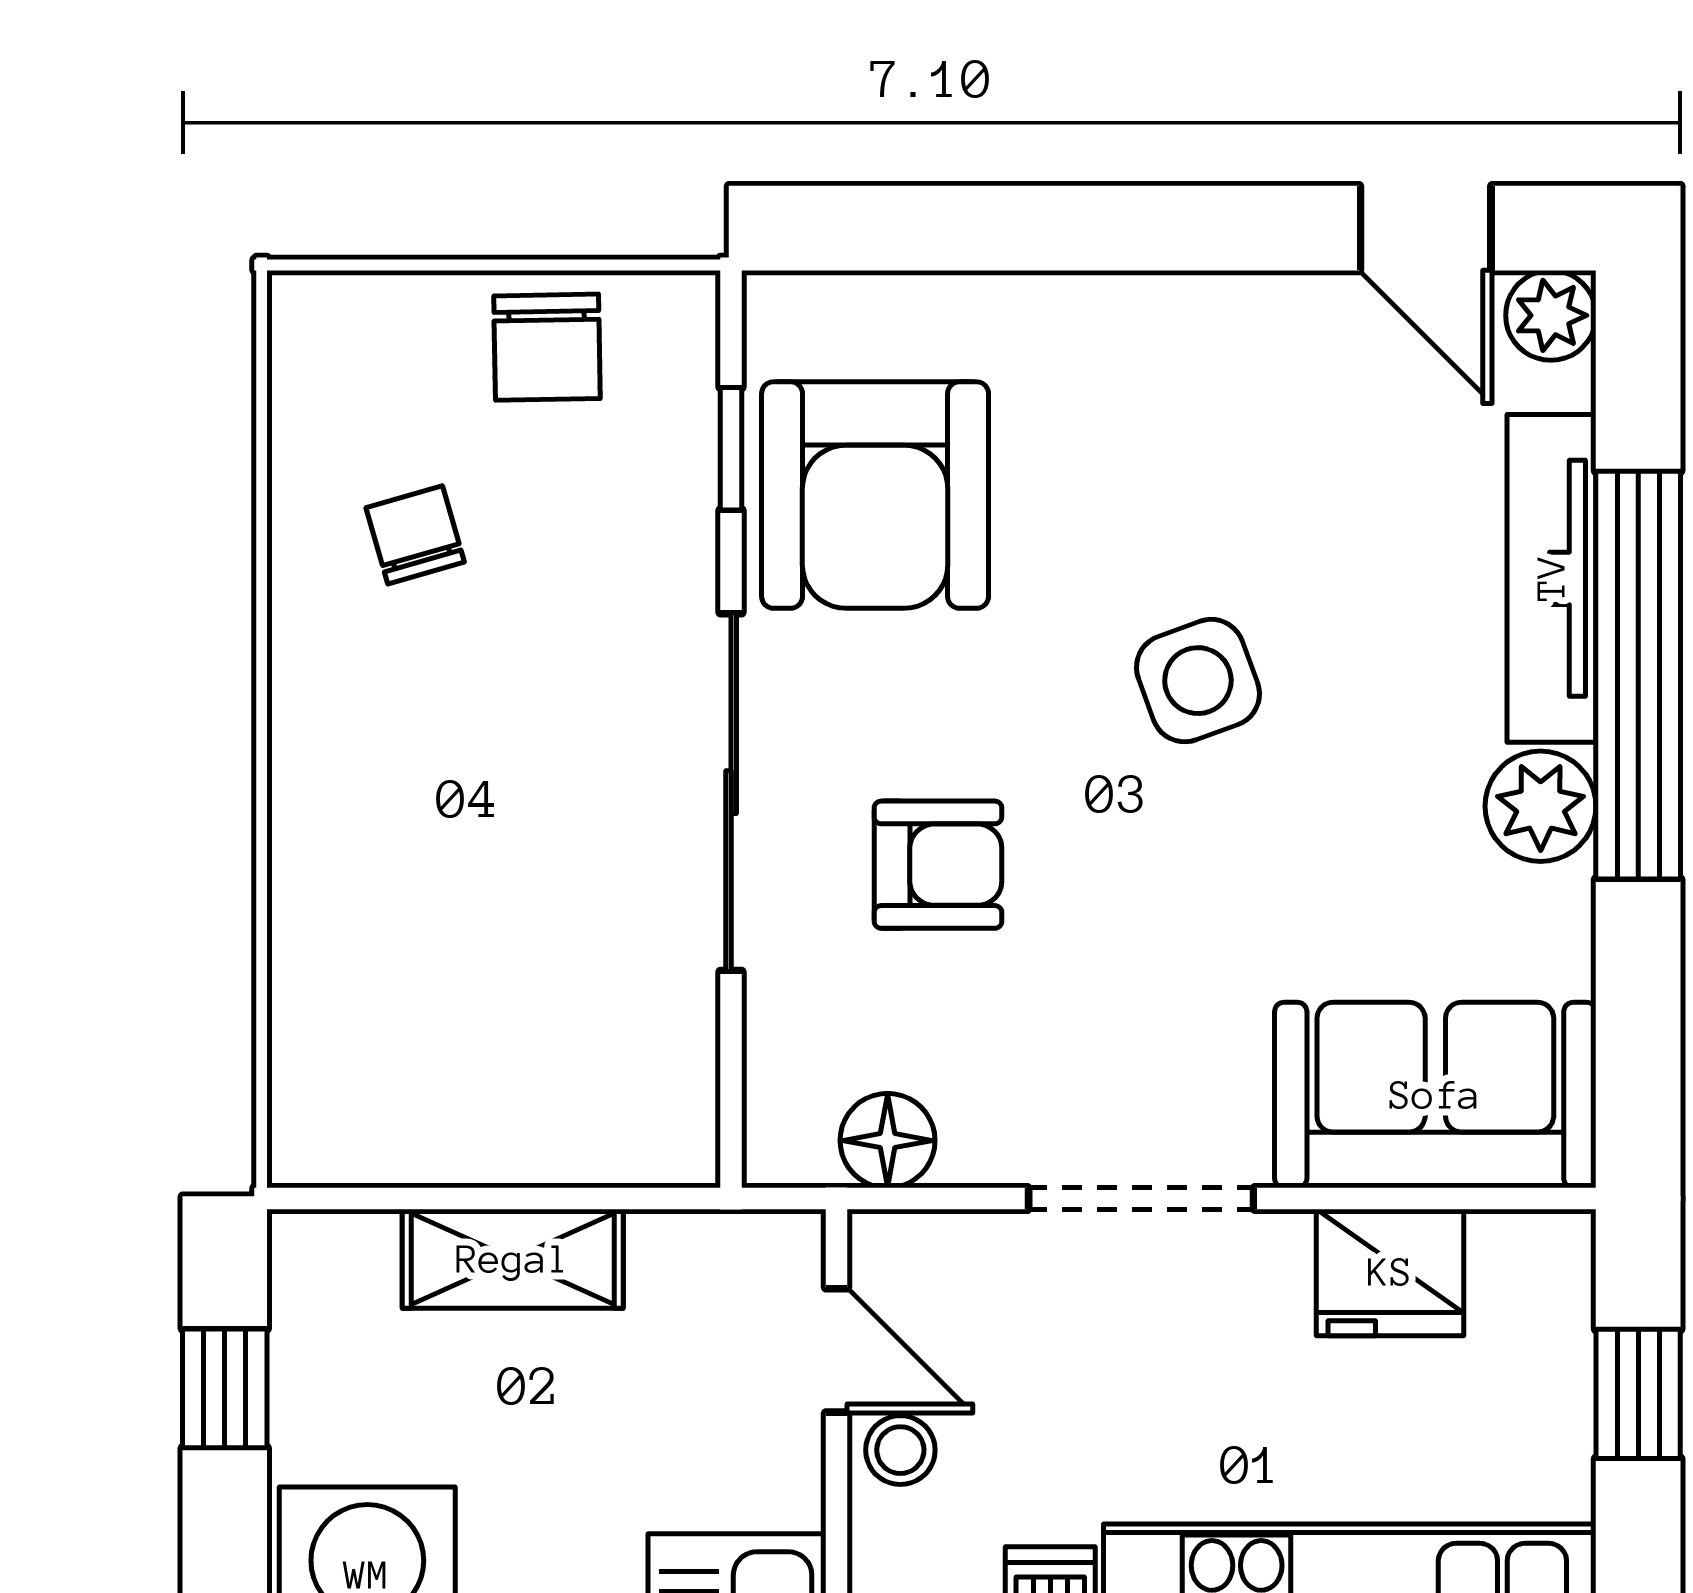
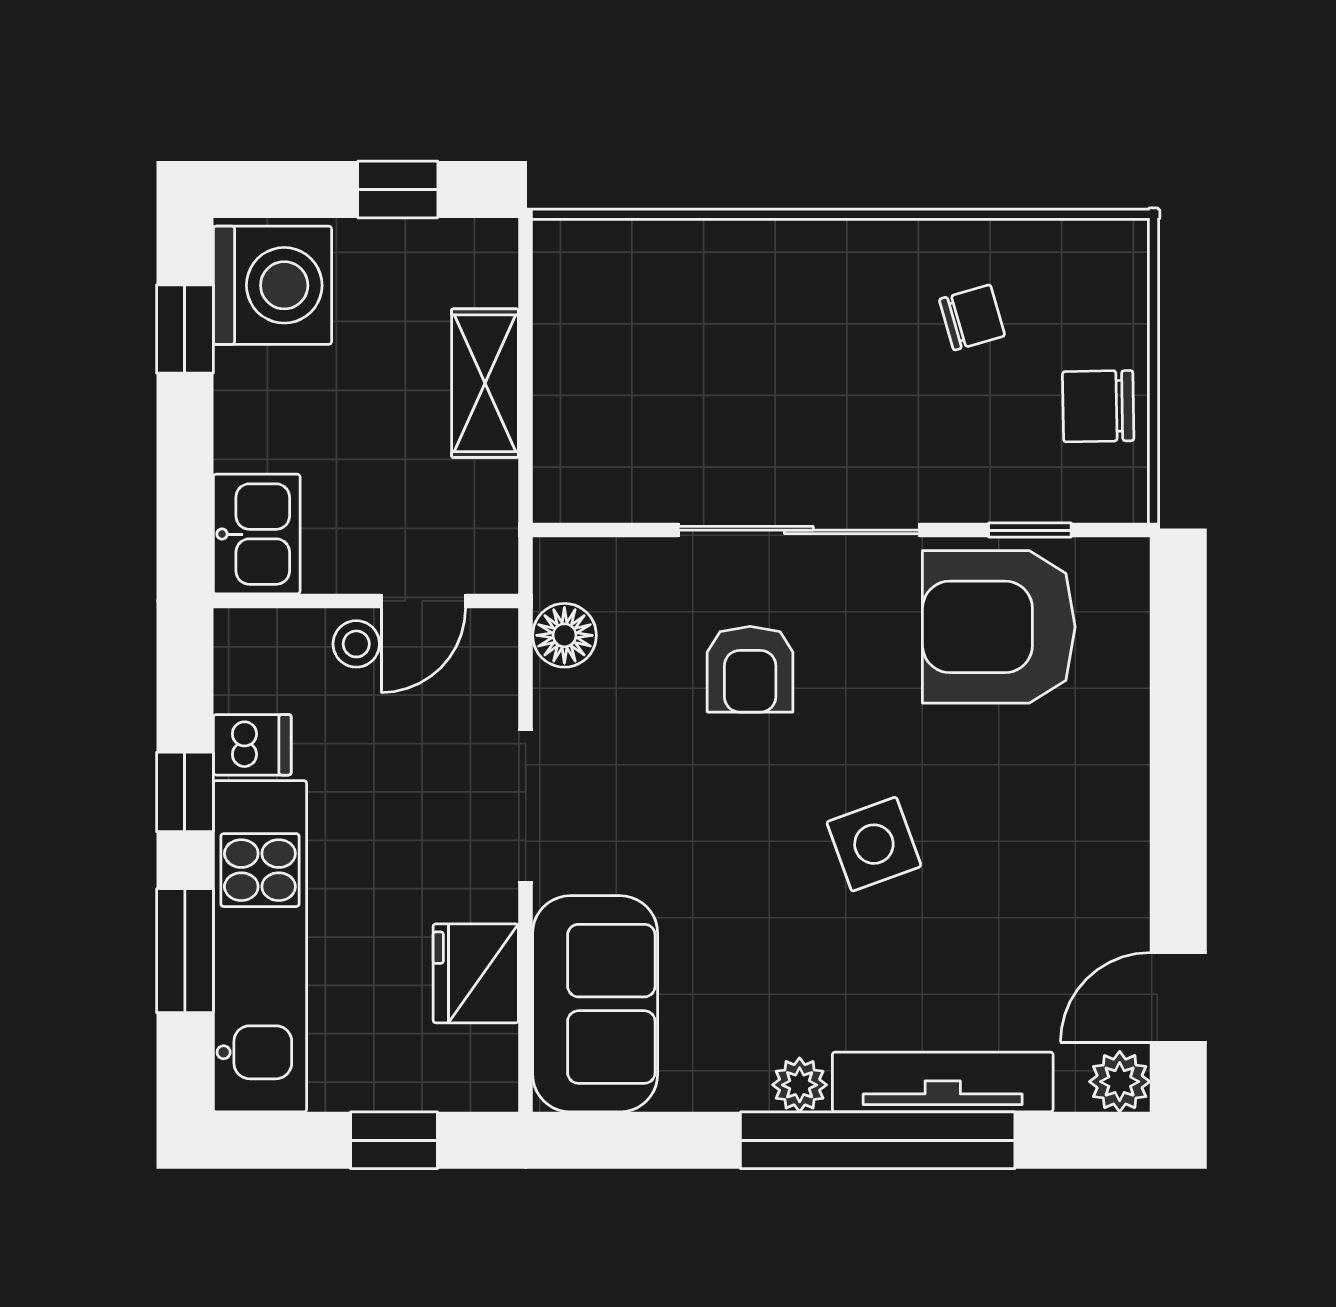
plant: (1541, 806) -> (800, 1085), width x0.73, depth x0.73

